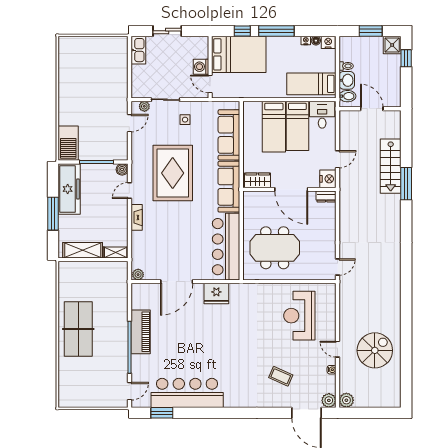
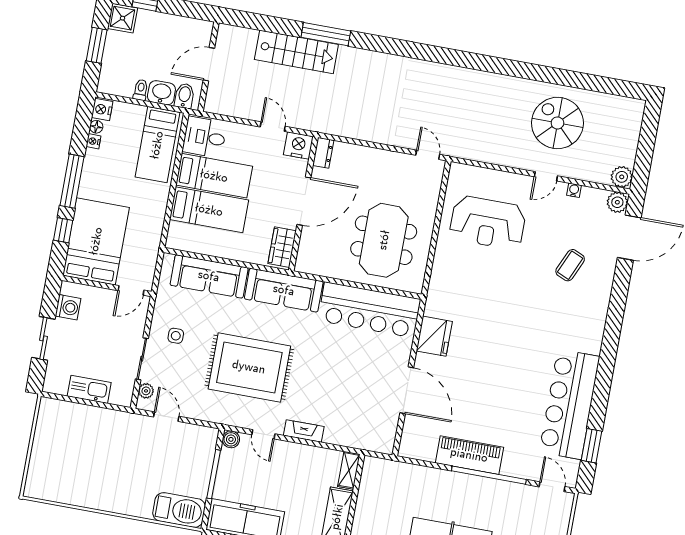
kitchen sink: (138, 50) -> (89, 389), moved
washing machine: (201, 67) -> (68, 307), moved, turned -90
plant: (138, 275) -> (386, 444), removed

